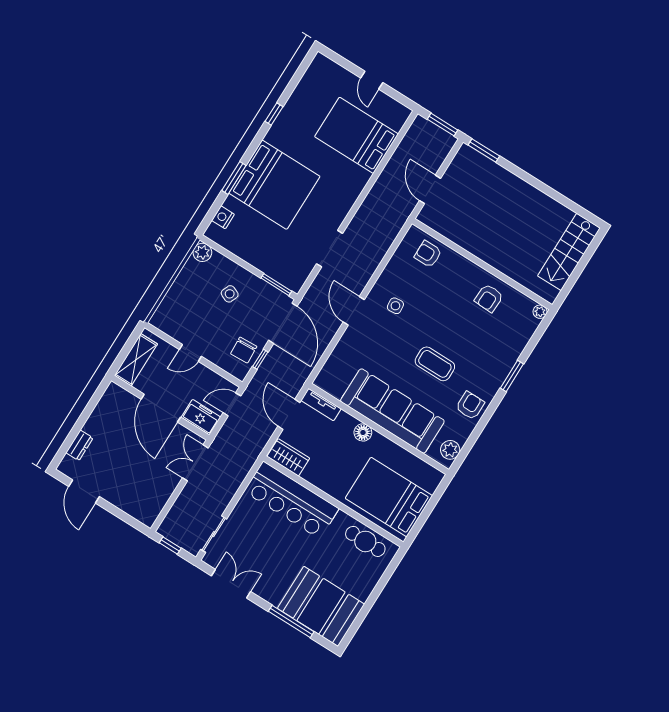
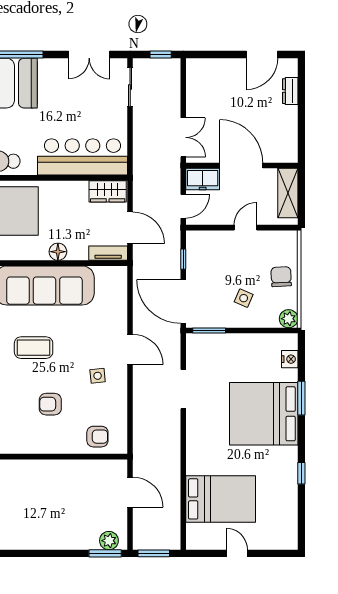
plant: (474, 159) -> (109, 541), added
armchair: (489, 298) -> (50, 404), moved, turned -92
chair: (244, 350) -> (281, 277), moved
door: (84, 491) -> (262, 54), swing flipped

